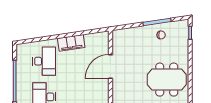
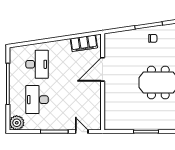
filing cabinet: (71, 43) -> (84, 43), moved

